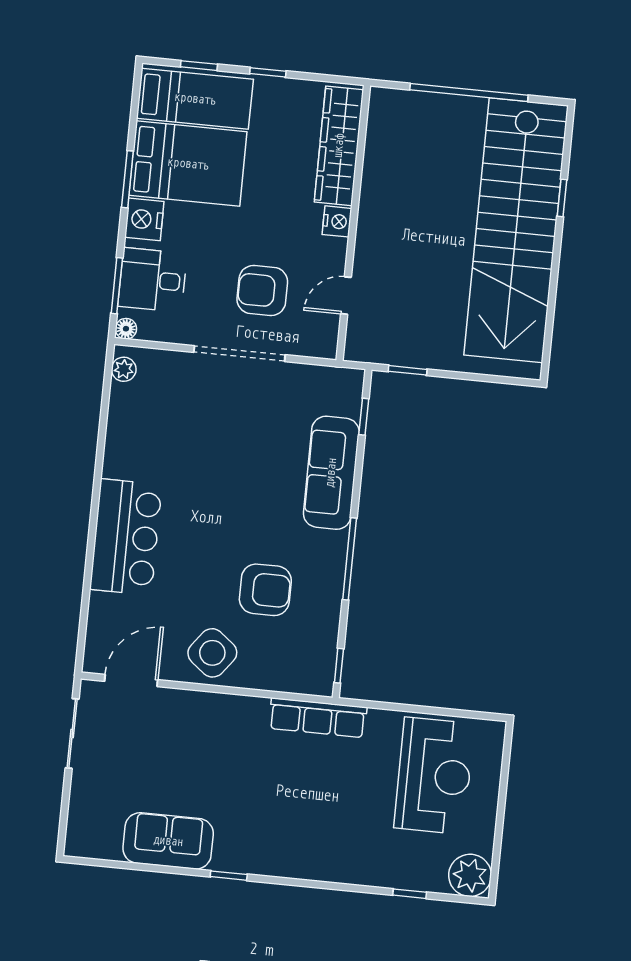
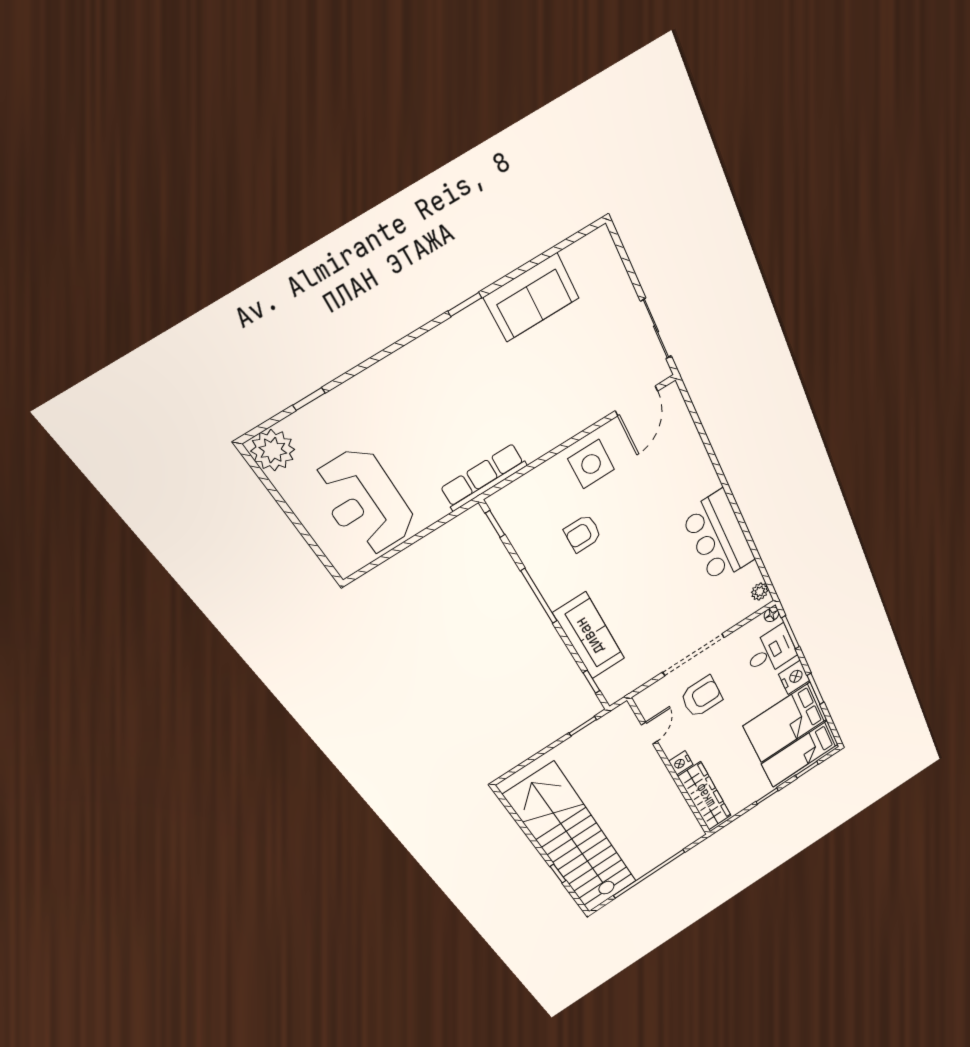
bar counter: (126, 537) -> (719, 537), moved
armchair: (265, 590) -> (583, 533), width x0.72, depth x0.72
side table: (212, 653) -> (591, 464), turned -38

